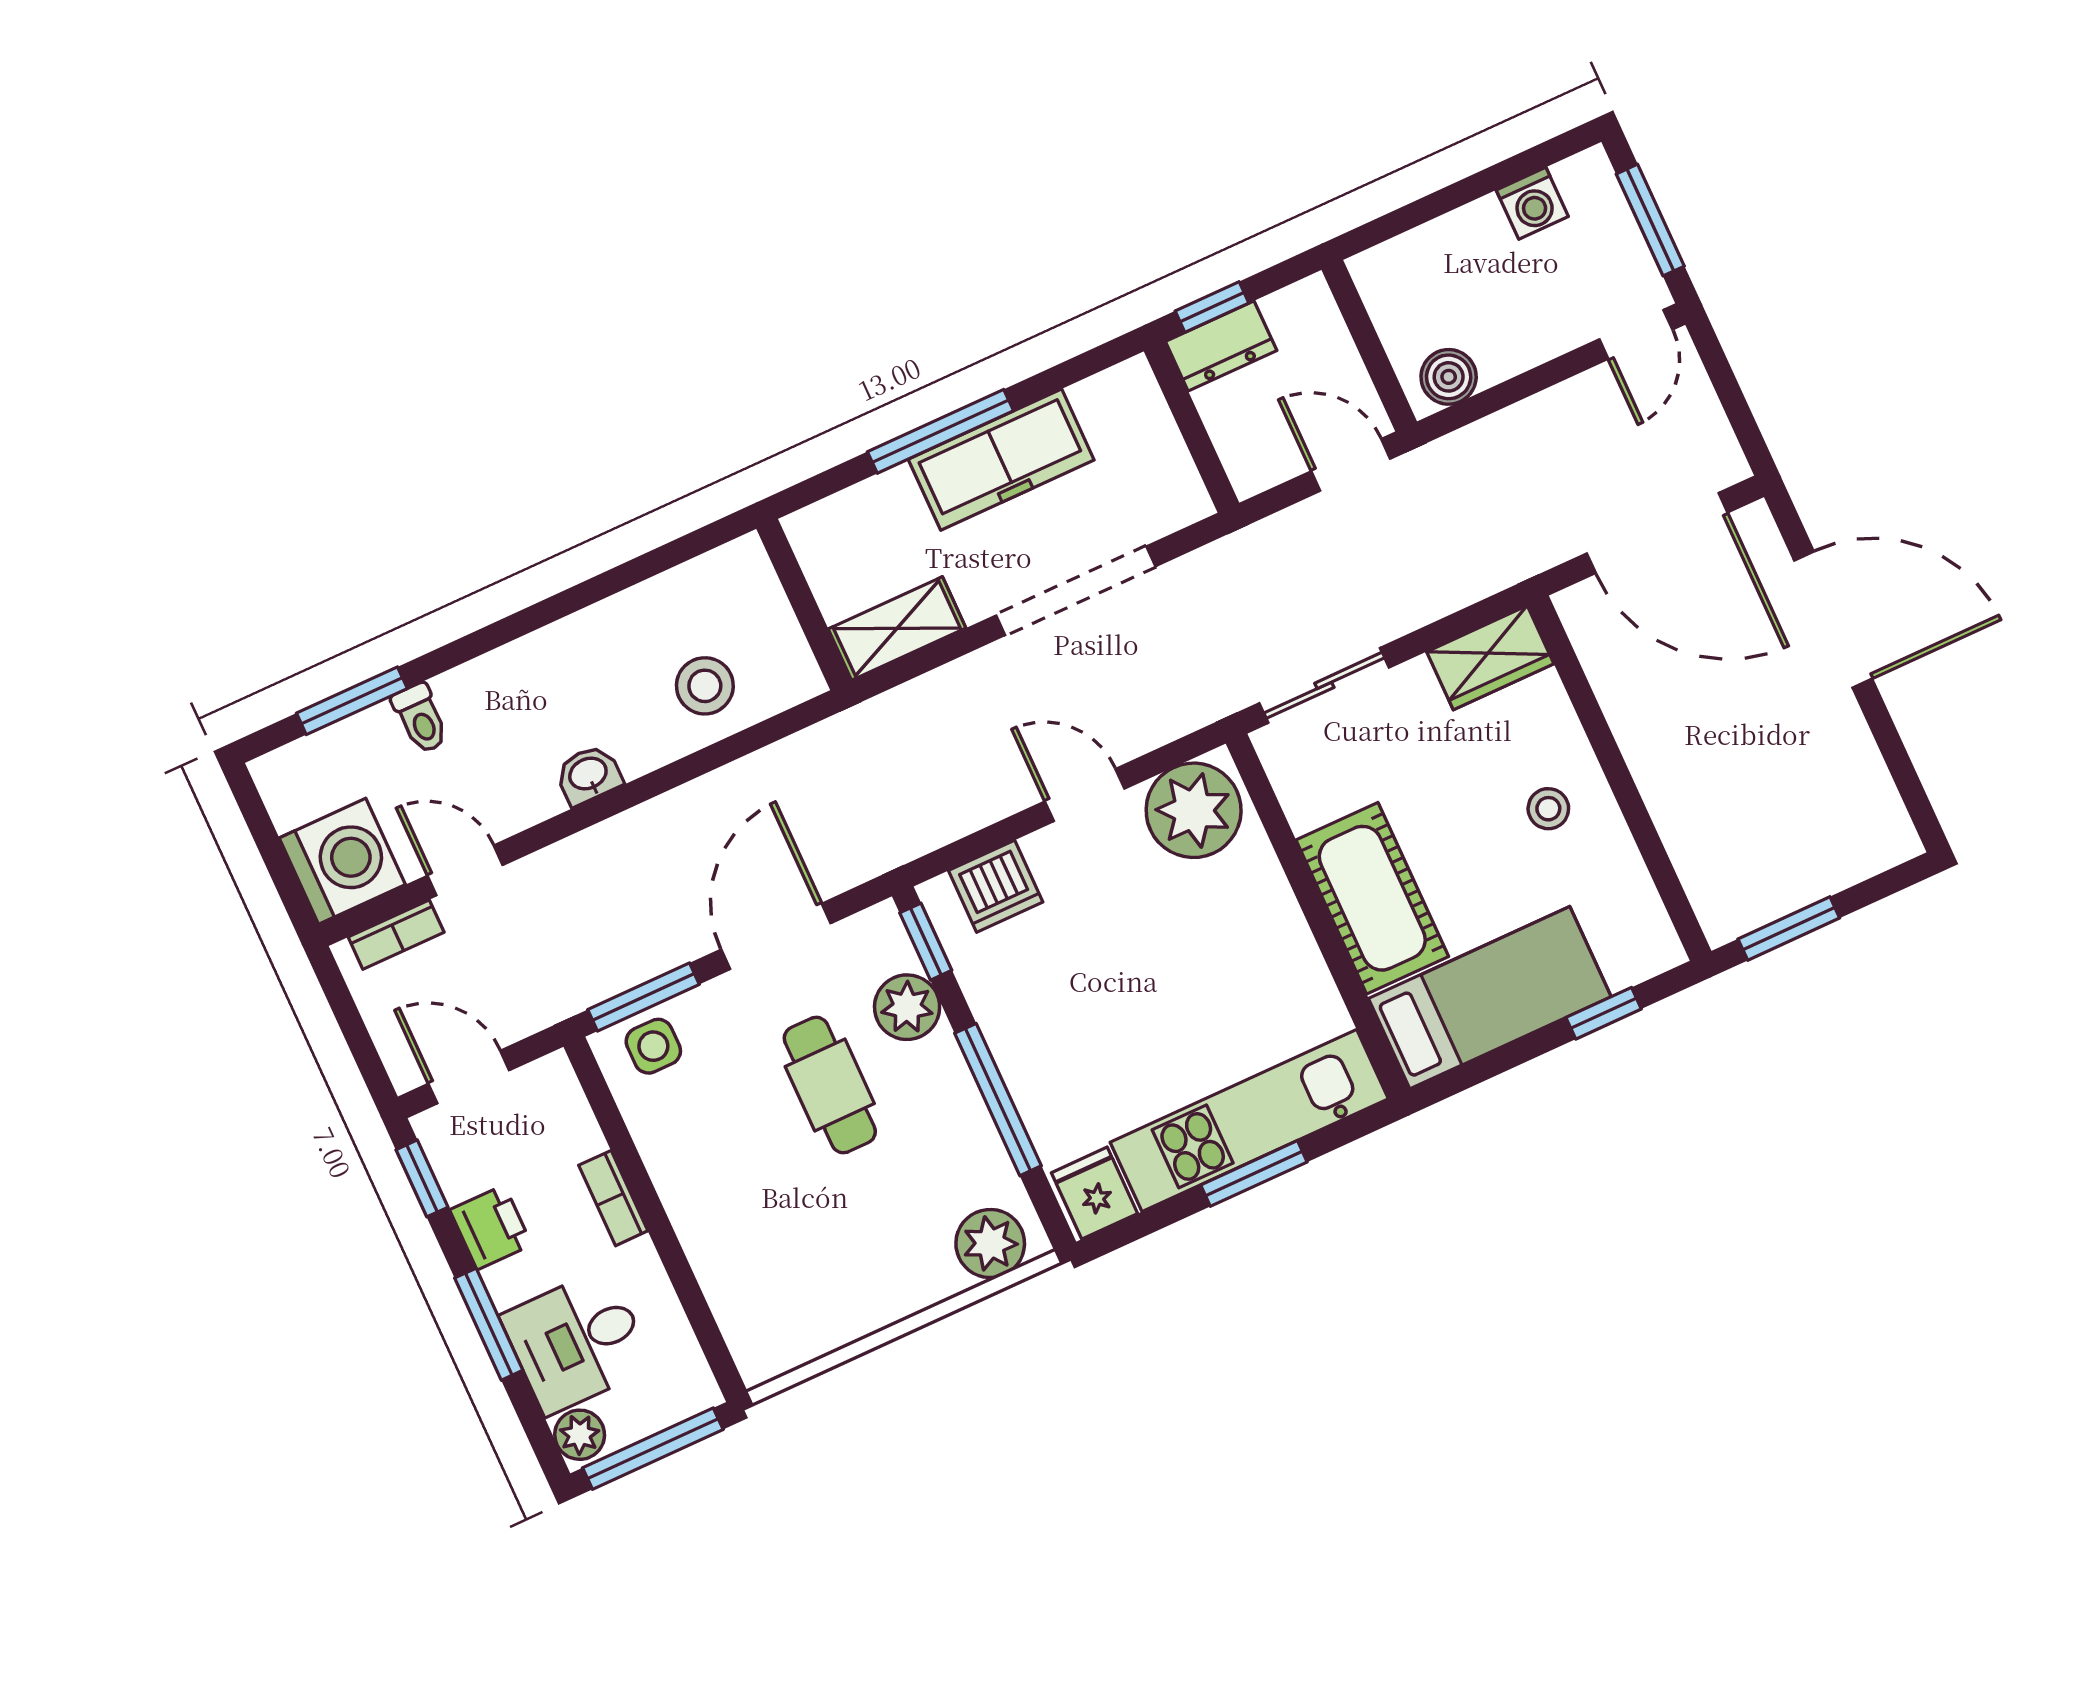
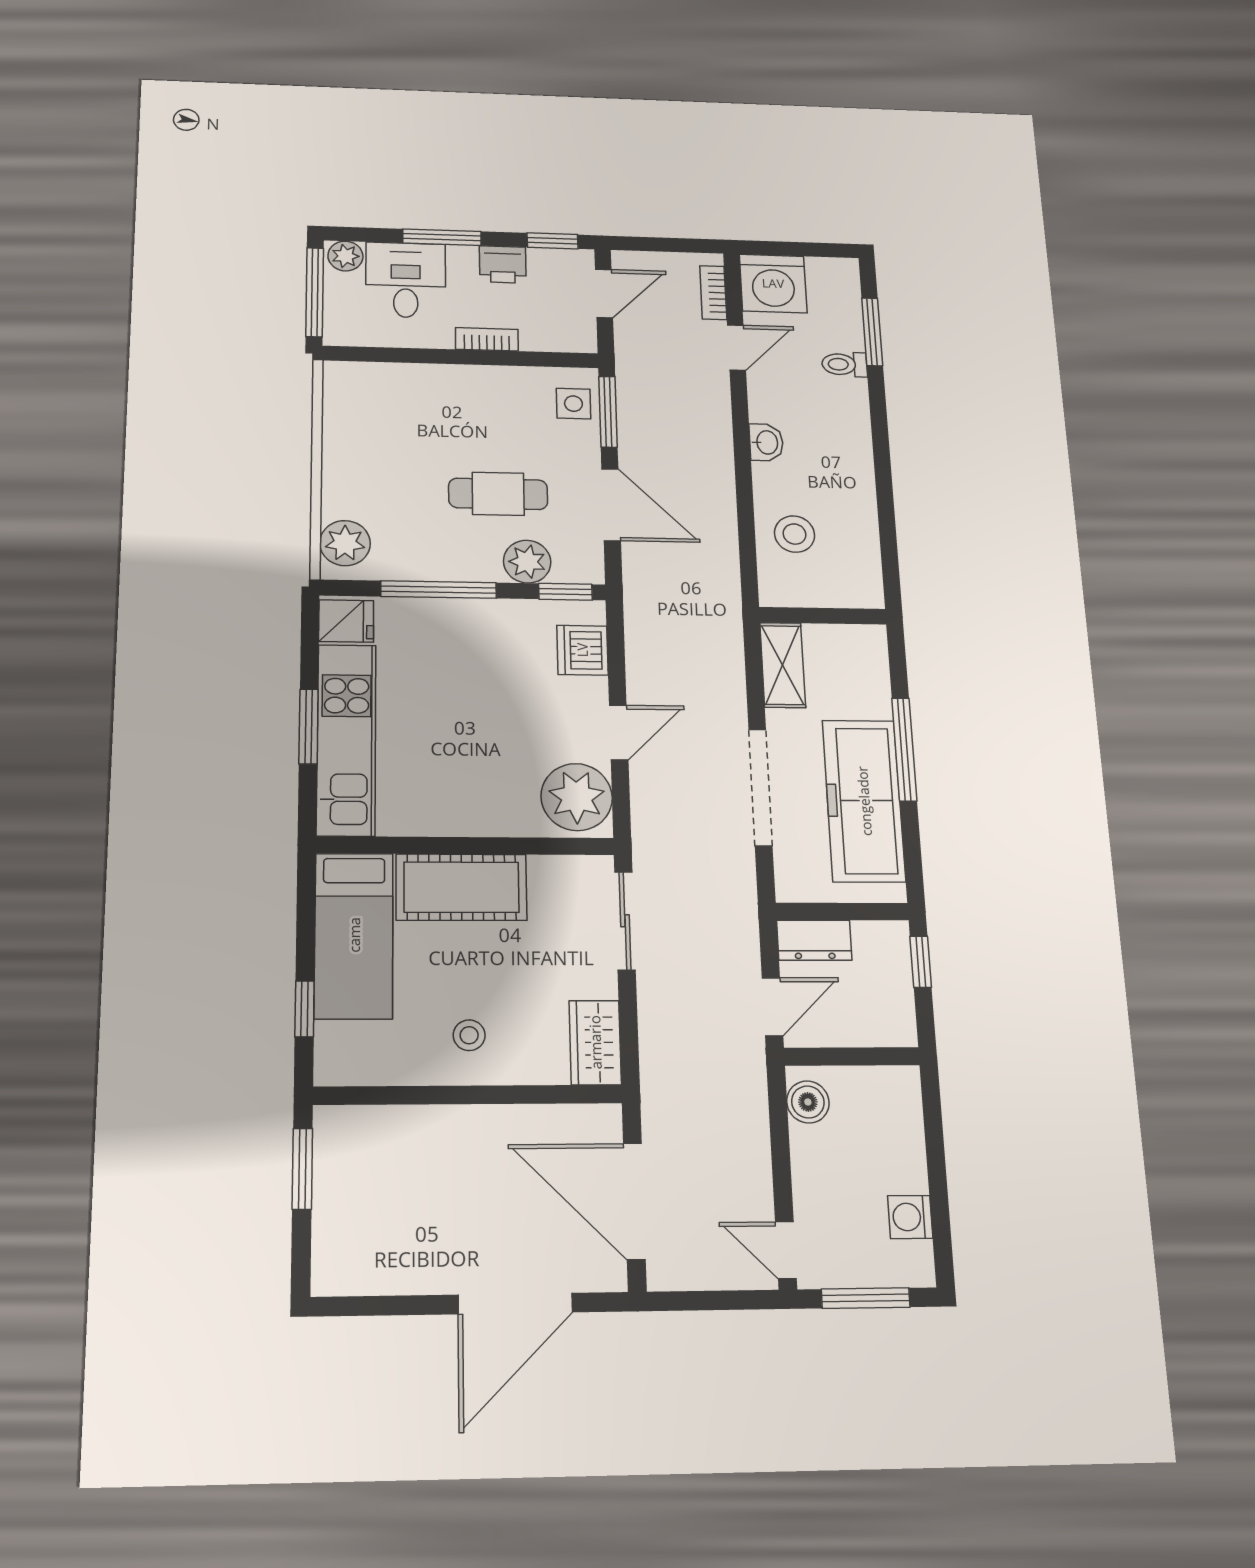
dresser: (1221, 346) -> (814, 940), moved, turned -90
freezer: (1001, 460) -> (864, 801), width x1.36, depth x1.26
door: (1657, 533) -> (634, 1201), hinge flipped

